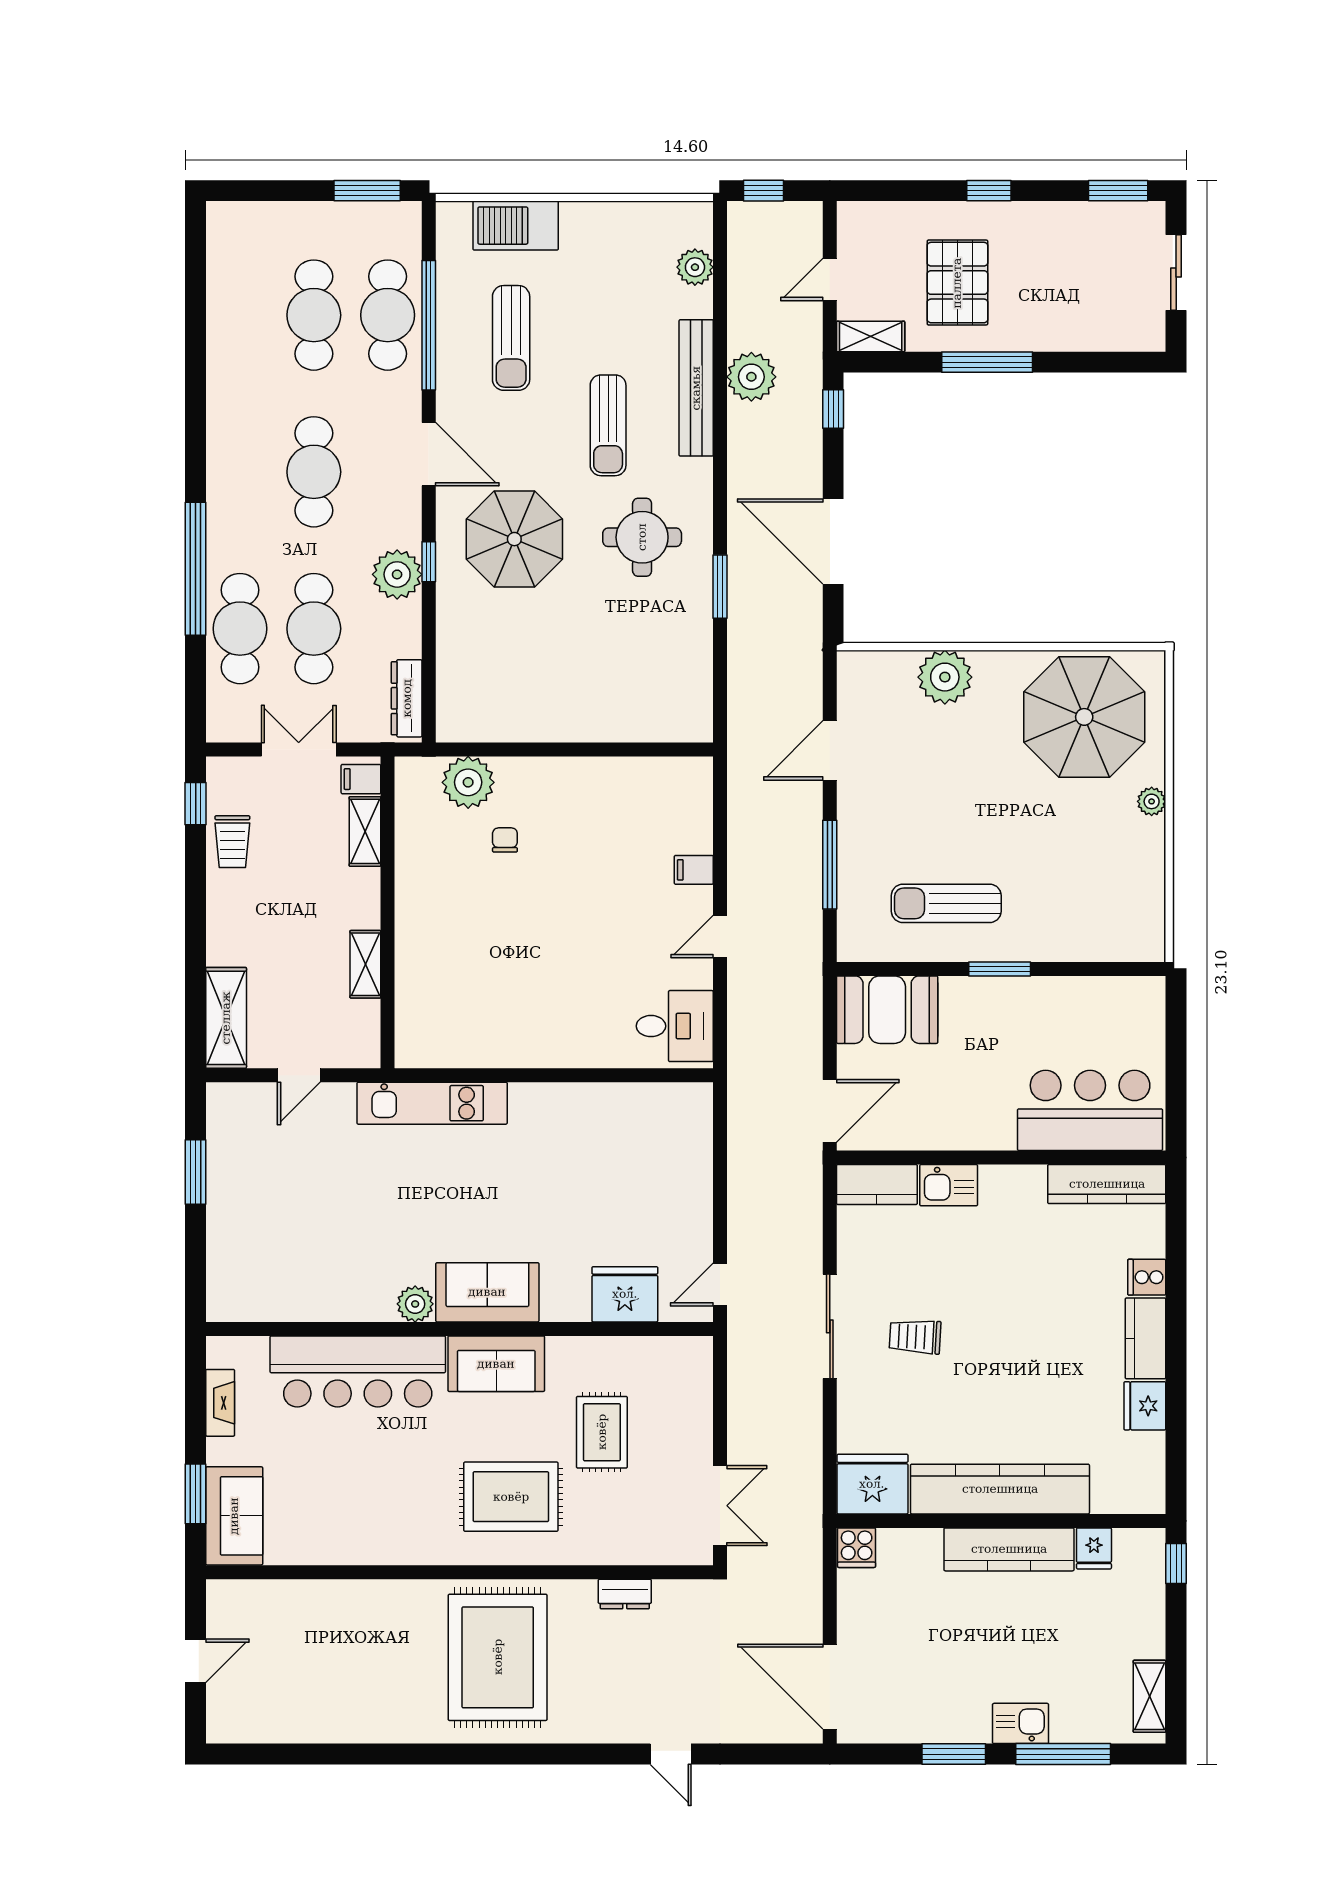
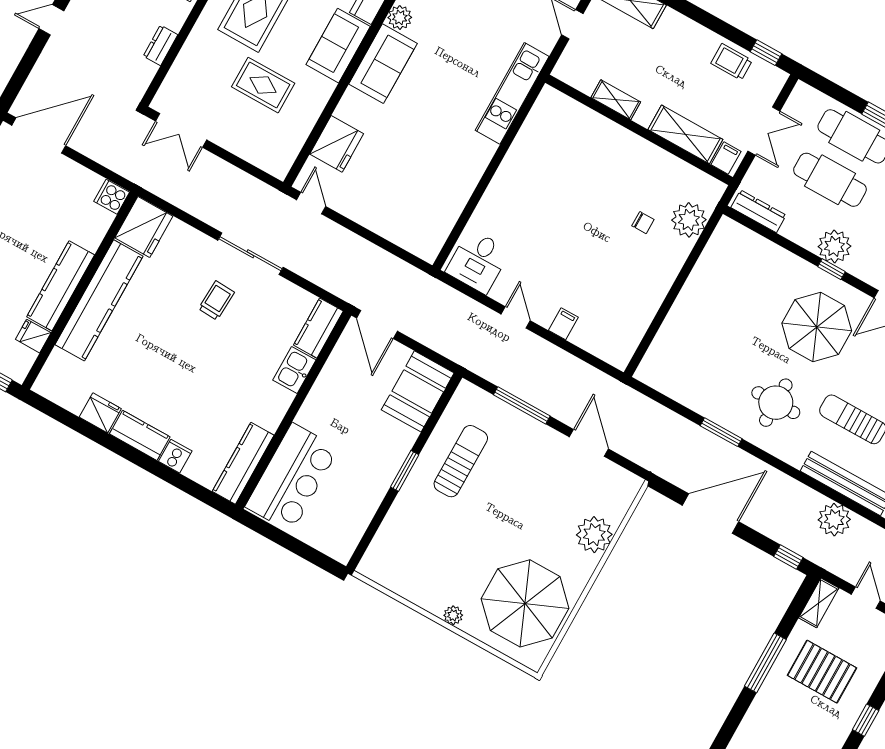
shelving: (365, 831) -> (685, 134), width x1.50, depth x1.33

